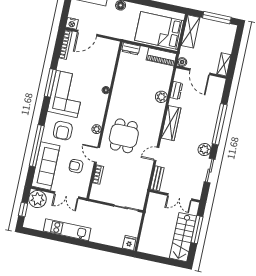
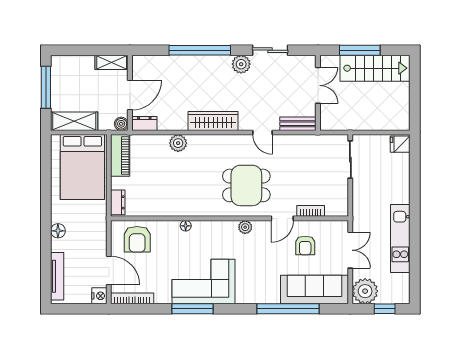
dresser: (176, 90) -> (144, 124), moved
armchair: (63, 131) -> (137, 239), moved, turned 90

